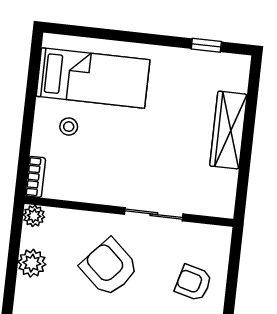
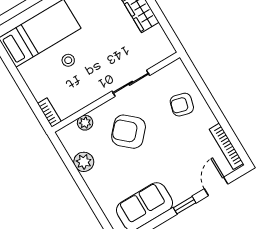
stool: (69, 127) -> (68, 60), moved
plant: (34, 216) -> (85, 123), moved

